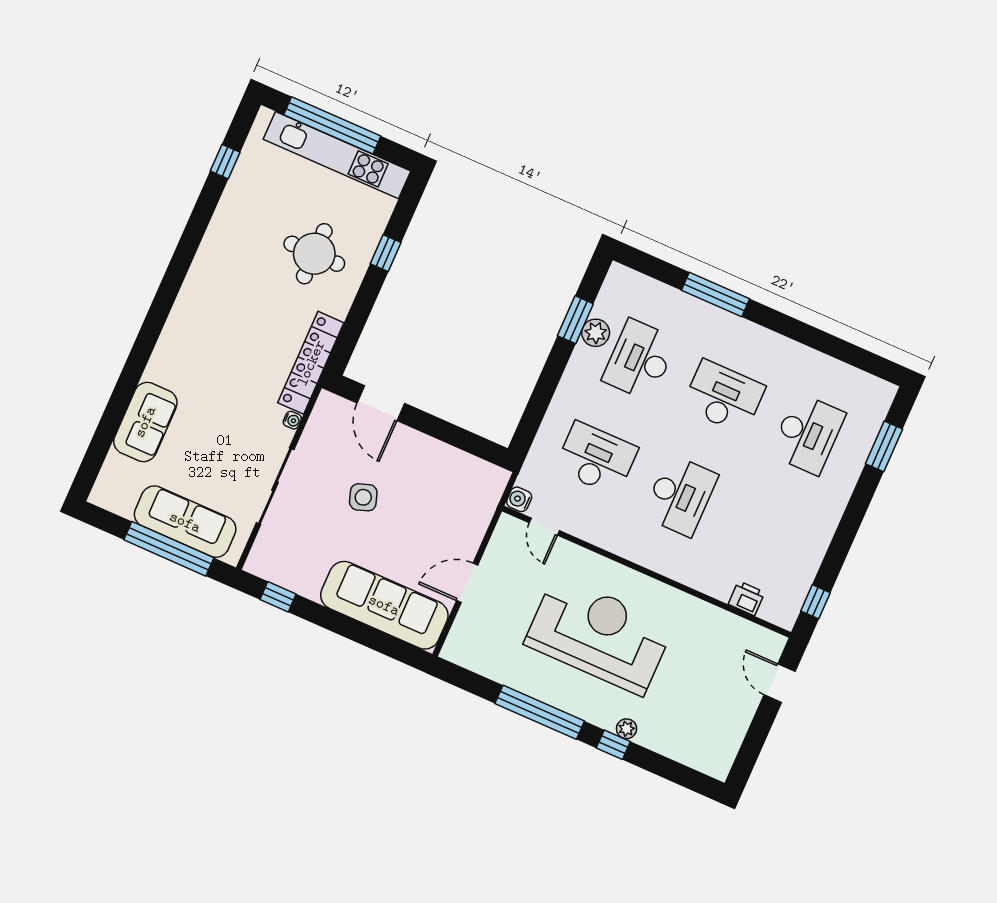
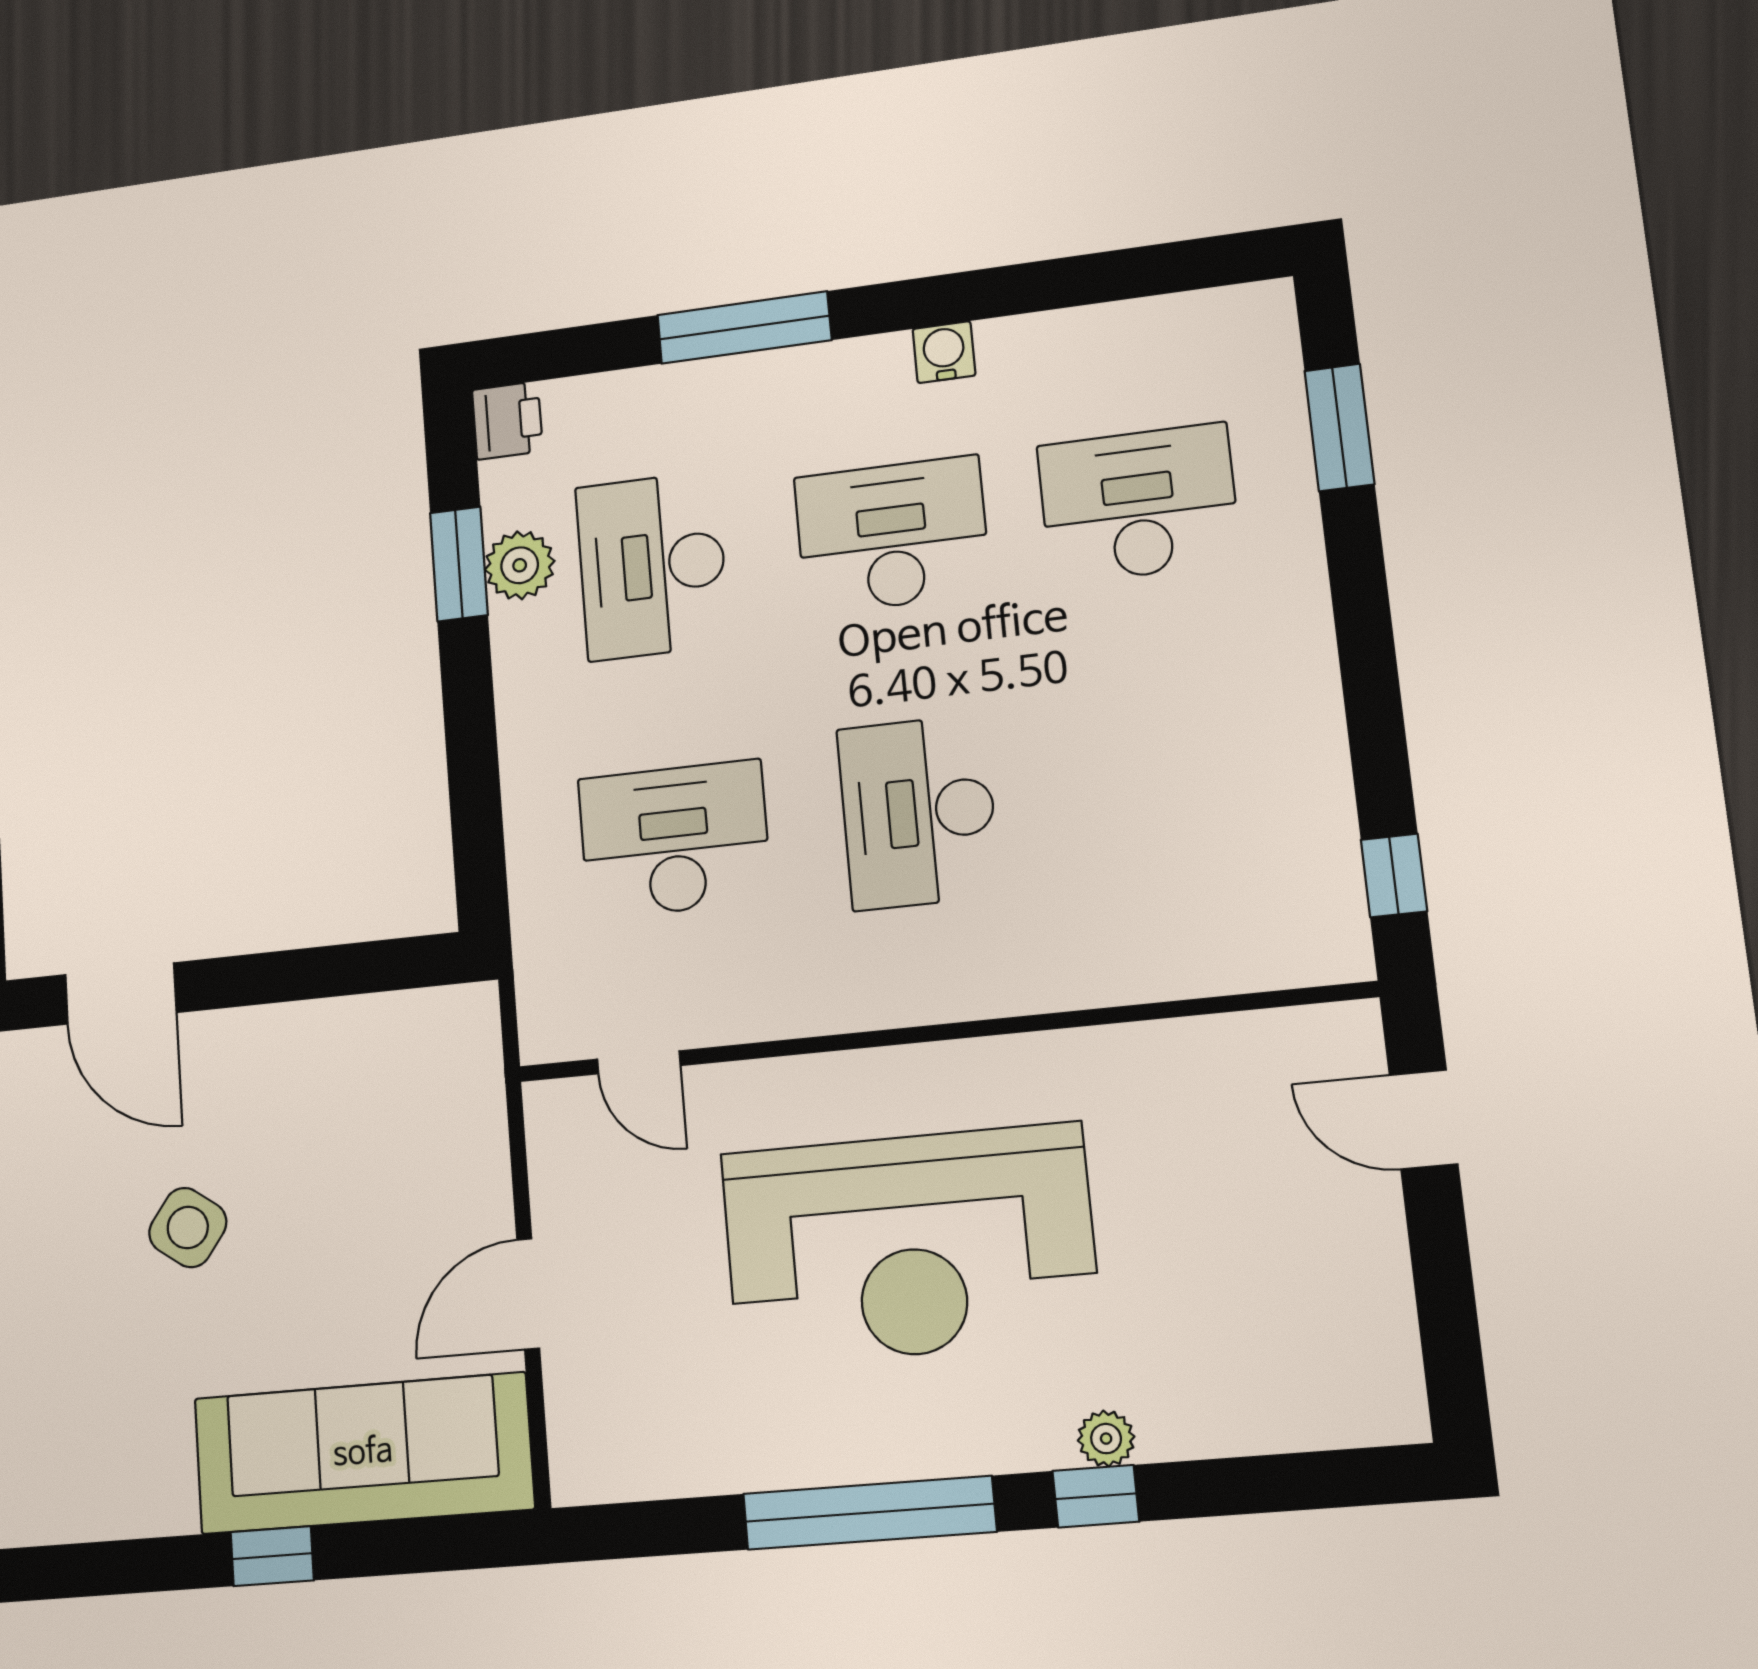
desk: (808, 434) -> (1139, 504), turned -90
desk: (680, 495) -> (918, 812), turned 180
side table: (363, 497) -> (188, 1228), turned -35
water cooler: (519, 499) -> (944, 352), moved, turned 90
window: (278, 597) -> (272, 1556), moved
printer: (746, 598) -> (507, 420), moved, turned 90
reception desk: (599, 635) -> (909, 1245), turned 180

